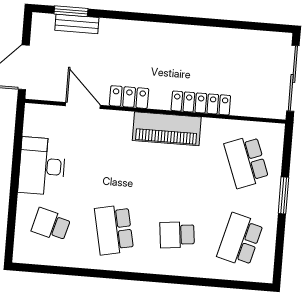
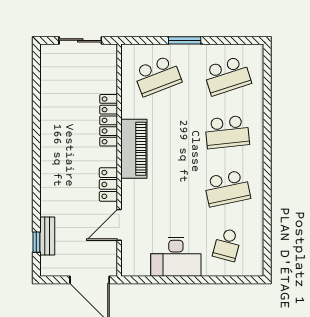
window: (71, 11) -> (36, 242), width x0.67
sliding door: (293, 78) -> (80, 40), width x0.73
school desk: (177, 235) -> (227, 132), width x1.85
school desk: (240, 240) -> (227, 76), turned -33

